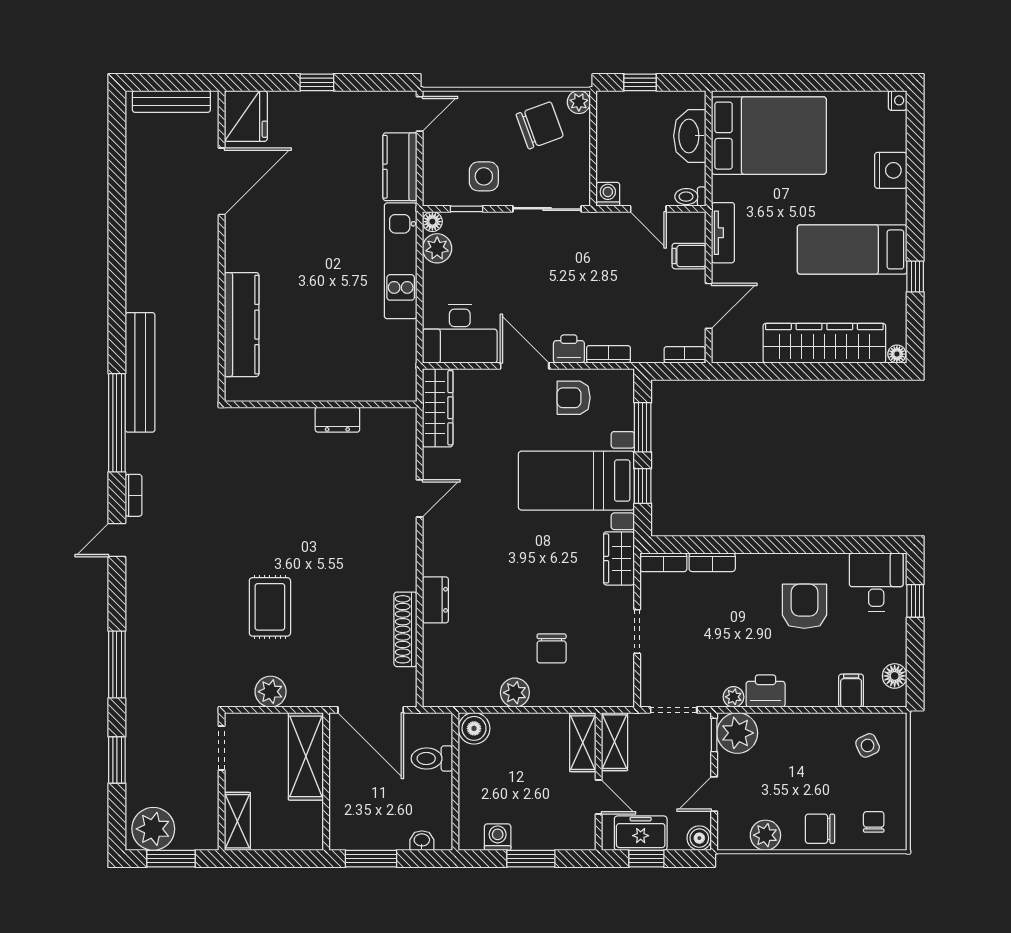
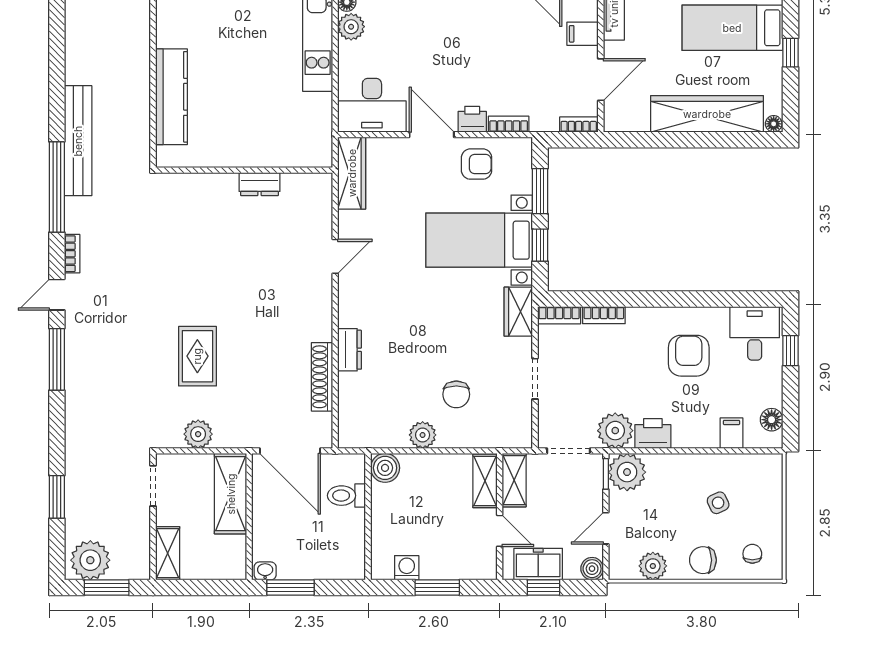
armchair: (574, 398) -> (477, 164), turned 180
window: (117, 665) -> (57, 359), moved
plant: (734, 697) -> (615, 431), width x1.88, depth x1.88
side table: (868, 745) -> (718, 503), moved
washbasin: (422, 841) -> (265, 571), moved

